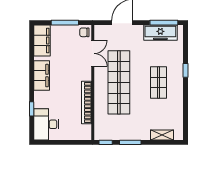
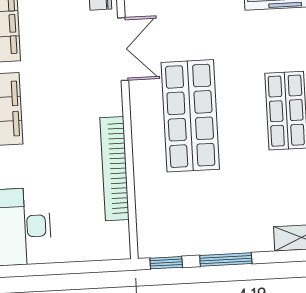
shop shelf: (119, 82) -> (190, 116), width x0.71

